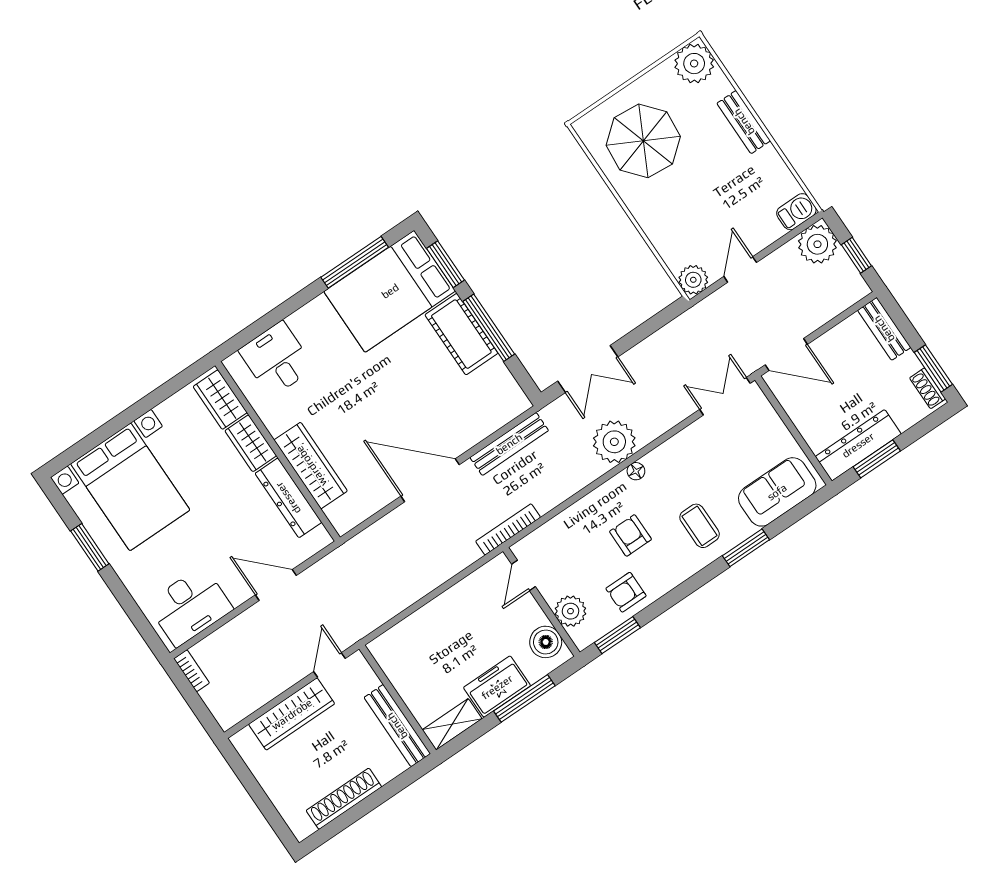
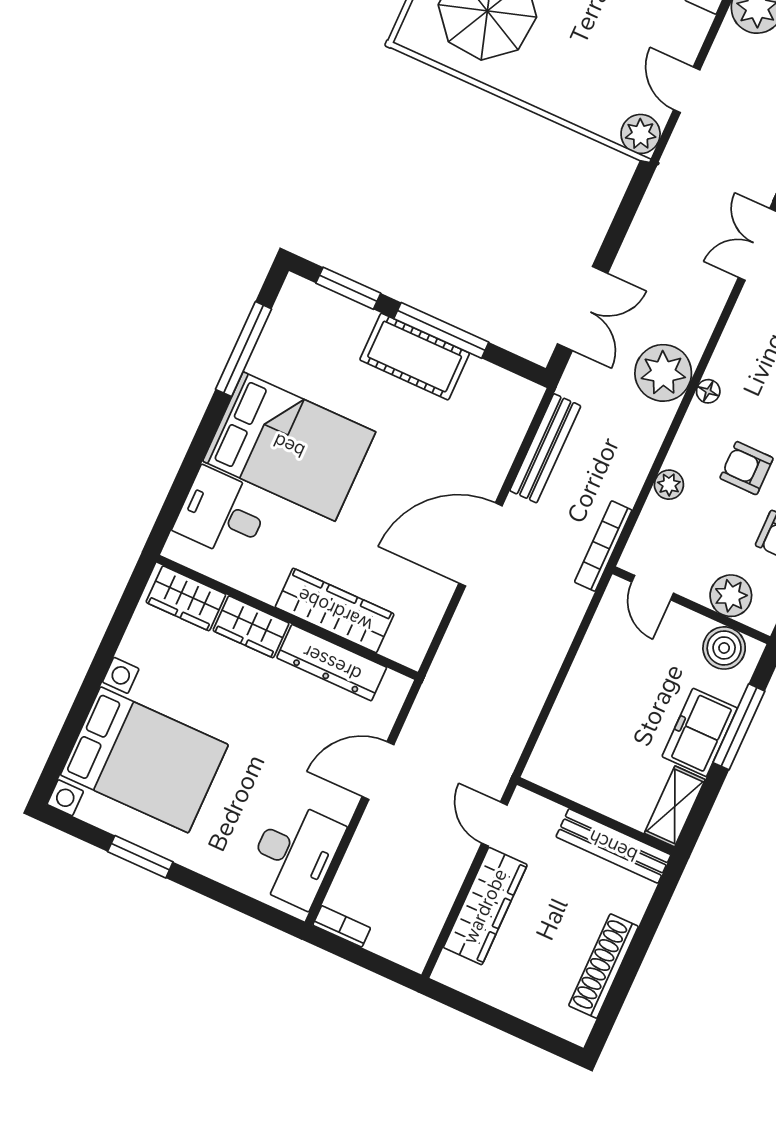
bed: (390, 291) -> (289, 446), moved, turned -90
plant: (574, 516) -> (669, 485), added

